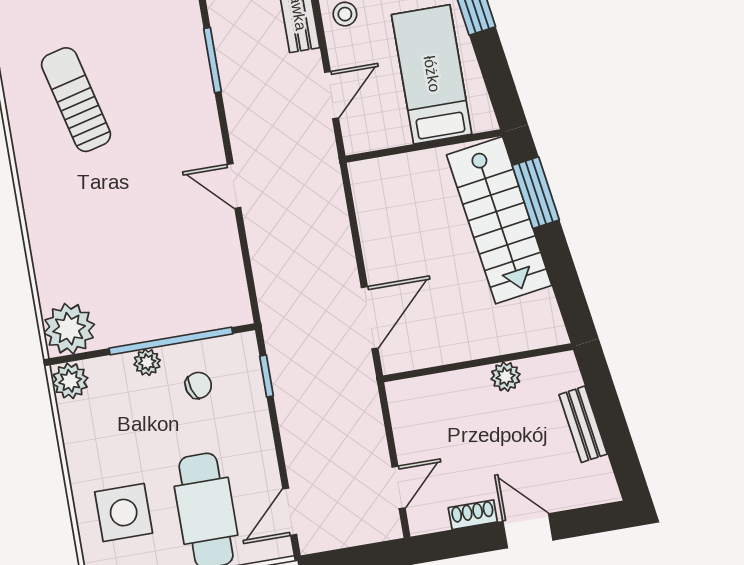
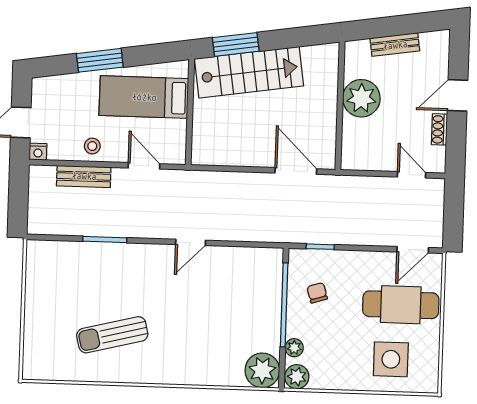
plant: (147, 362) -> (294, 348), moved
plant: (506, 377) -> (361, 98), width x1.87, depth x1.87
door: (290, 512) -> (413, 250), hinge flipped

